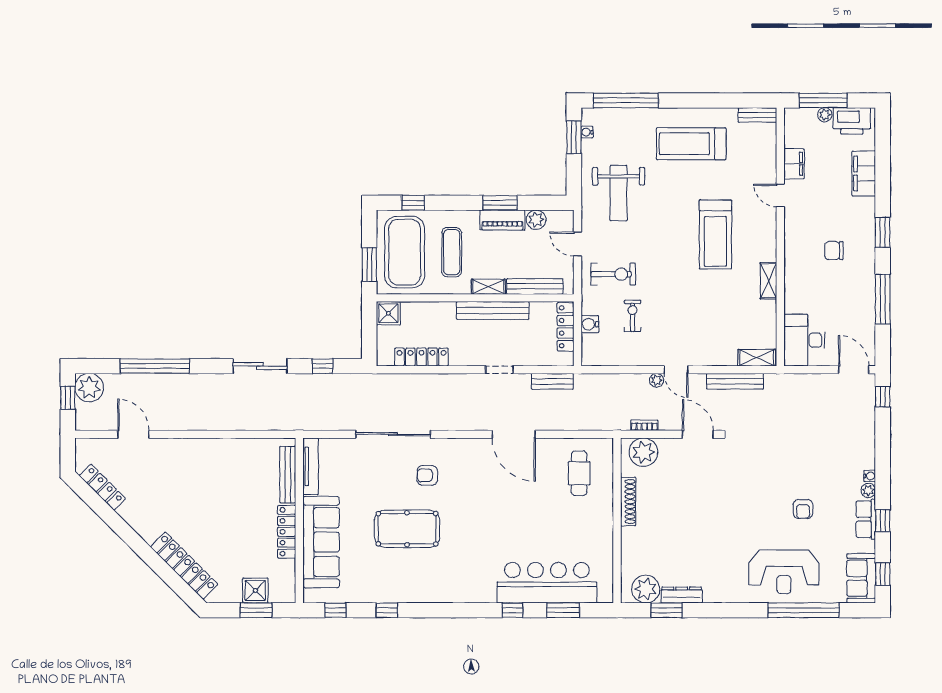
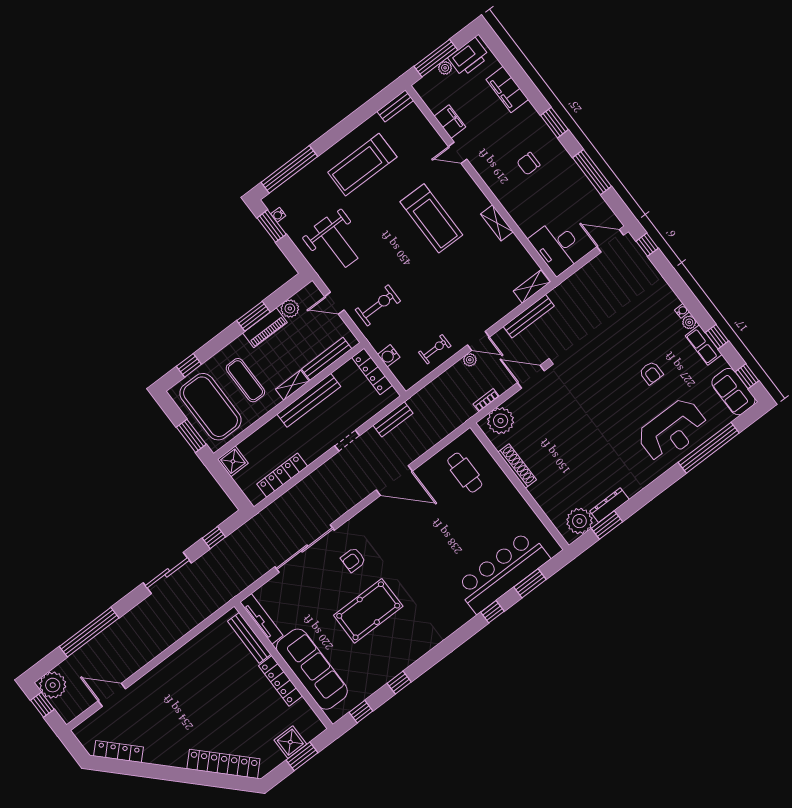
exercise bike: (632, 316) -> (435, 349), moved, turned 90

